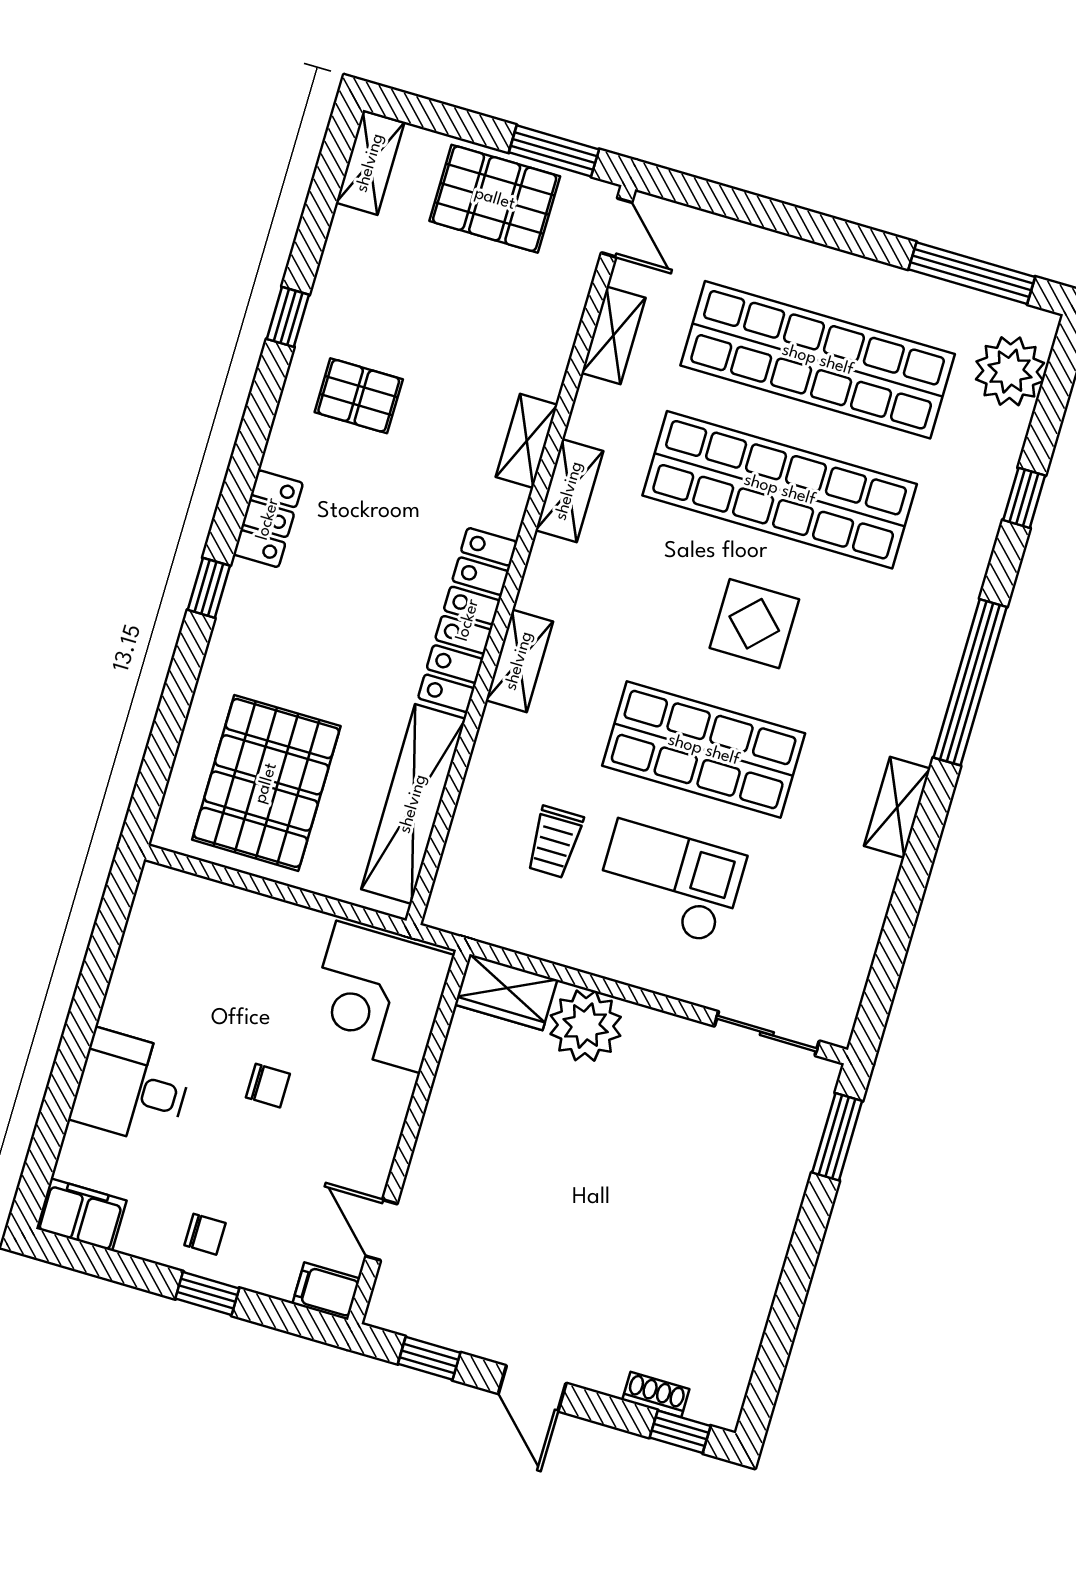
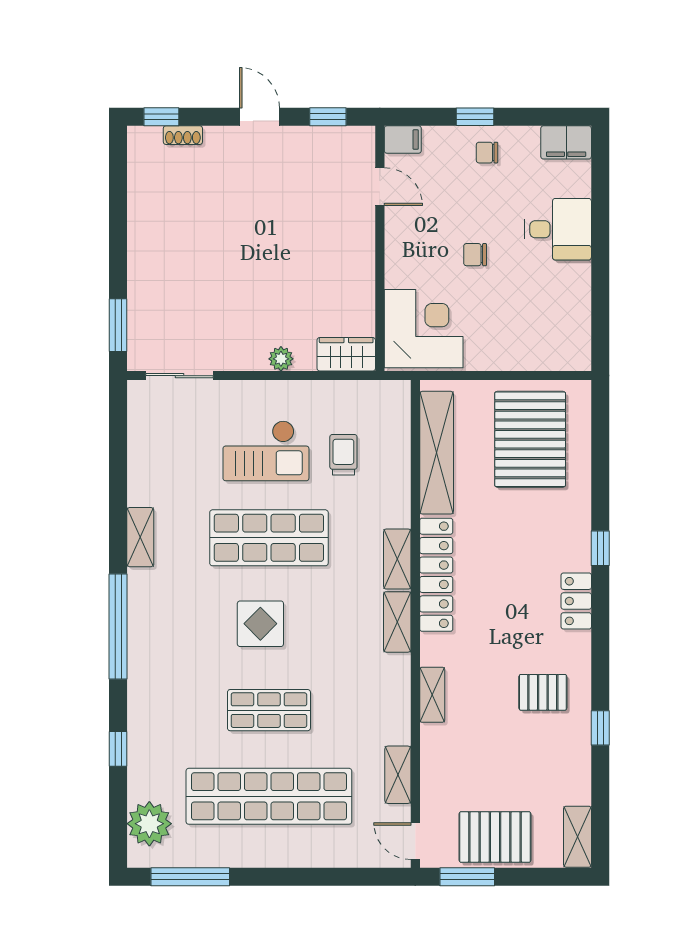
shop shelf: (780, 490) -> (269, 710), width x0.50, depth x0.74
shelving: (569, 491) -> (397, 622), moved
plant: (586, 1026) -> (281, 359), width x0.53, depth x0.53

